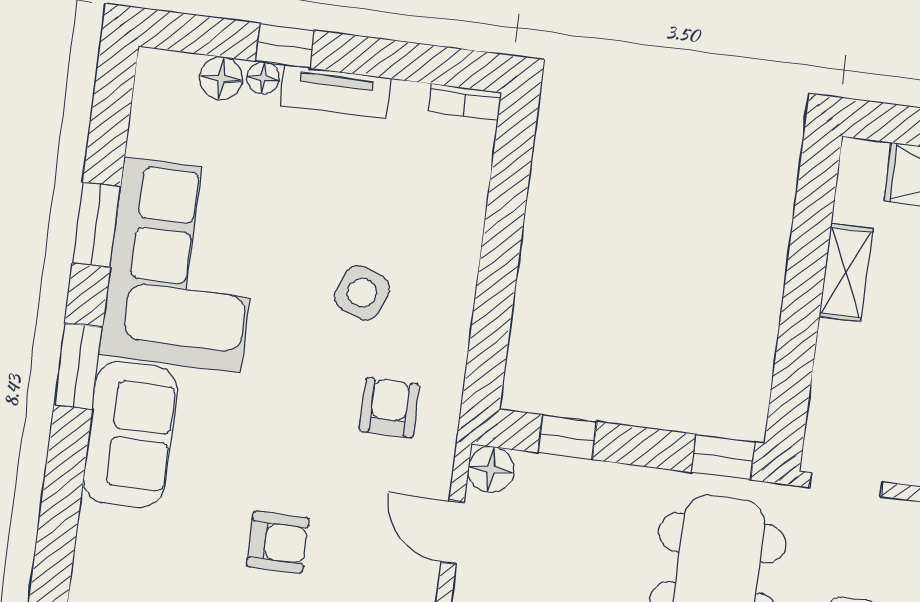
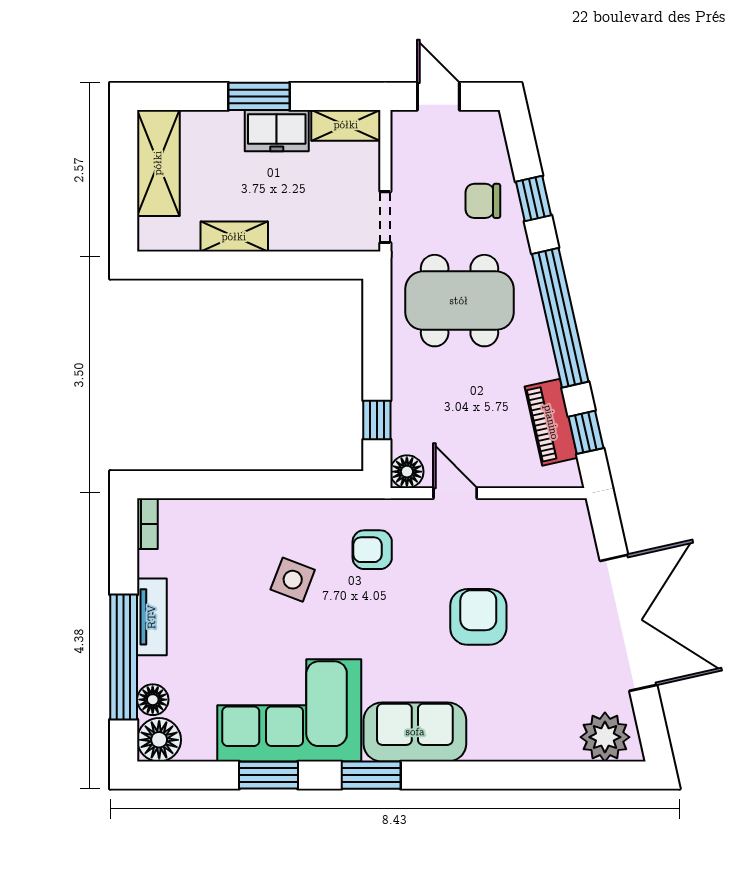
window: (285, 46) -> (124, 657), width x3.17
floor lamp: (263, 78) -> (159, 740), moved, width x1.89, depth x1.89
window: (723, 457) -> (377, 307), removed
door: (453, 532) -> (455, 493), swing flipped
armchair: (278, 542) -> (478, 617), width x1.38, depth x1.38

